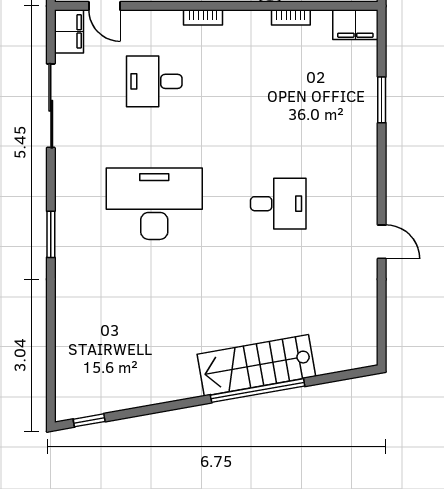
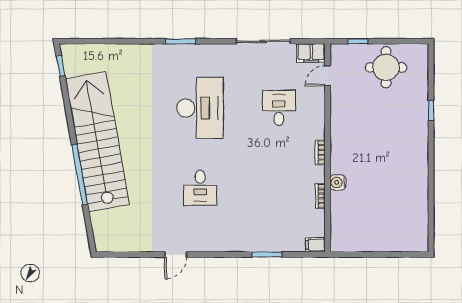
bookcase: (203, 17) -> (320, 152), moved
filing cabinet: (355, 25) -> (315, 245), width x0.50
stairs: (256, 365) -> (97, 142), width x1.86, depth x1.51

